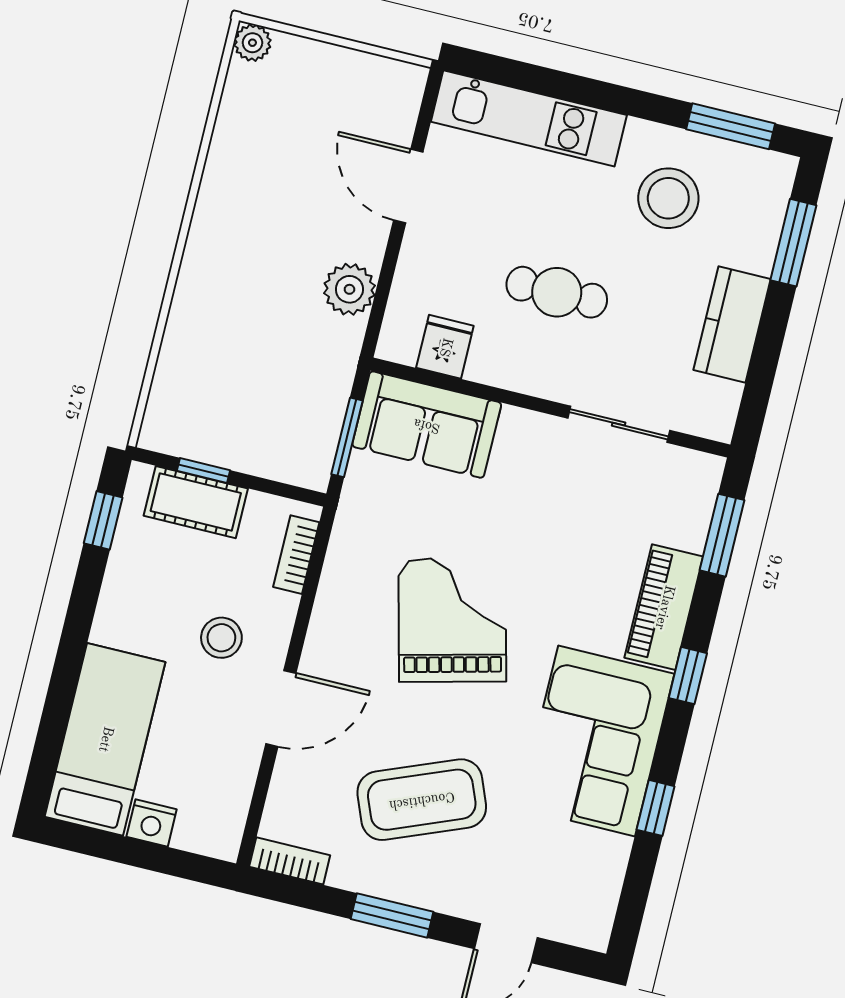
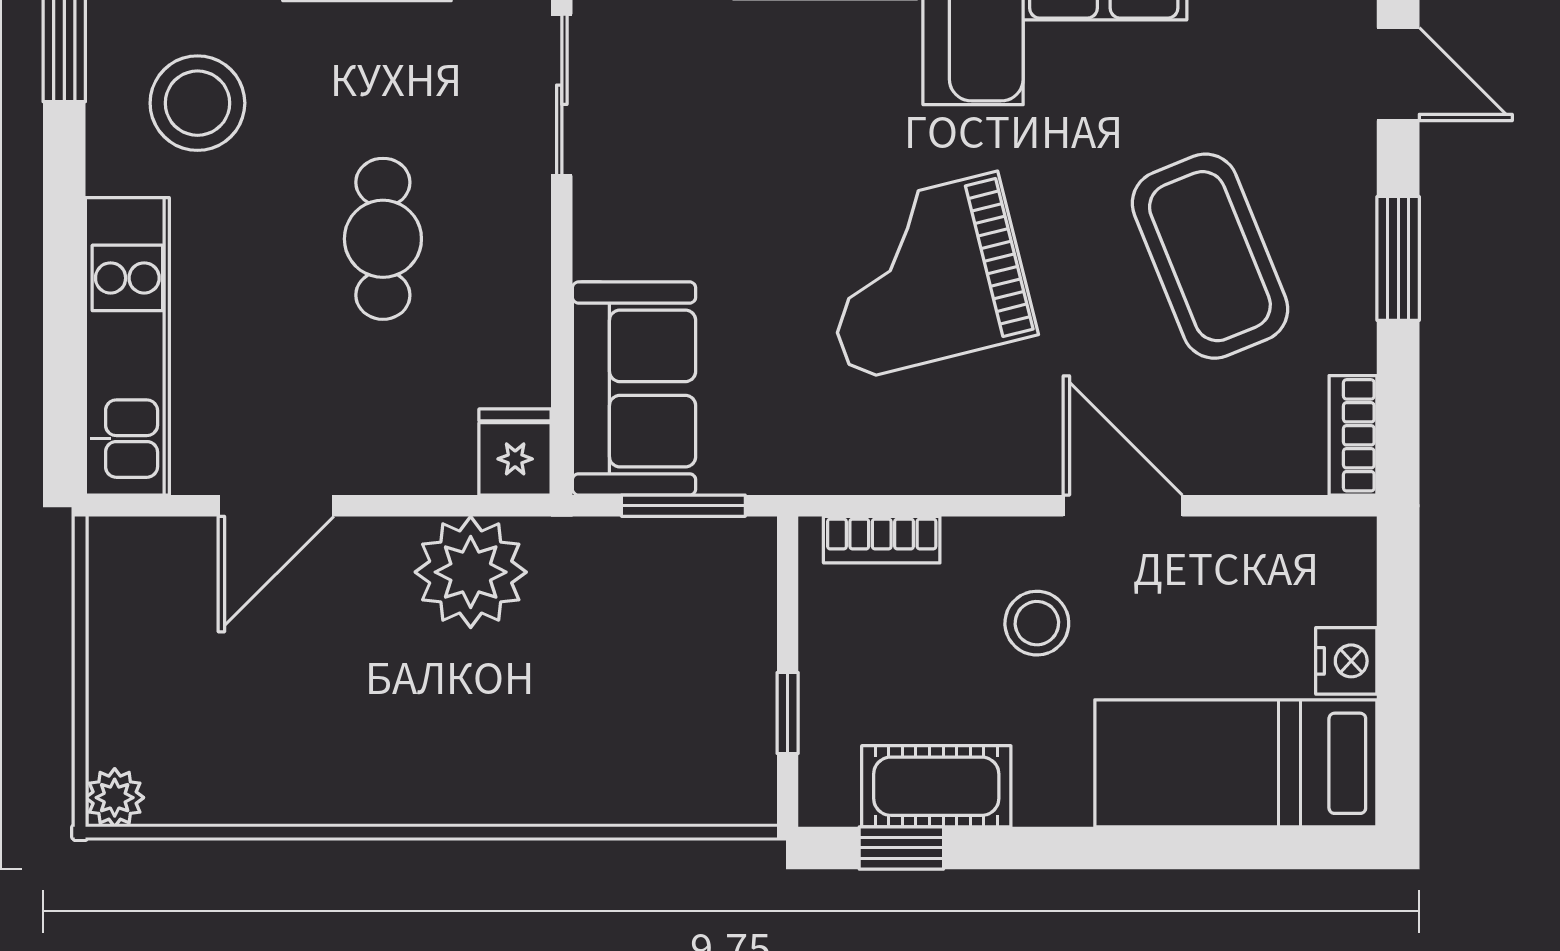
plant: (349, 289) -> (471, 572), width x1.36, depth x1.36
fridge: (445, 347) -> (515, 452), moved, turned 90
cot: (196, 502) -> (936, 786), moved, turned 90

